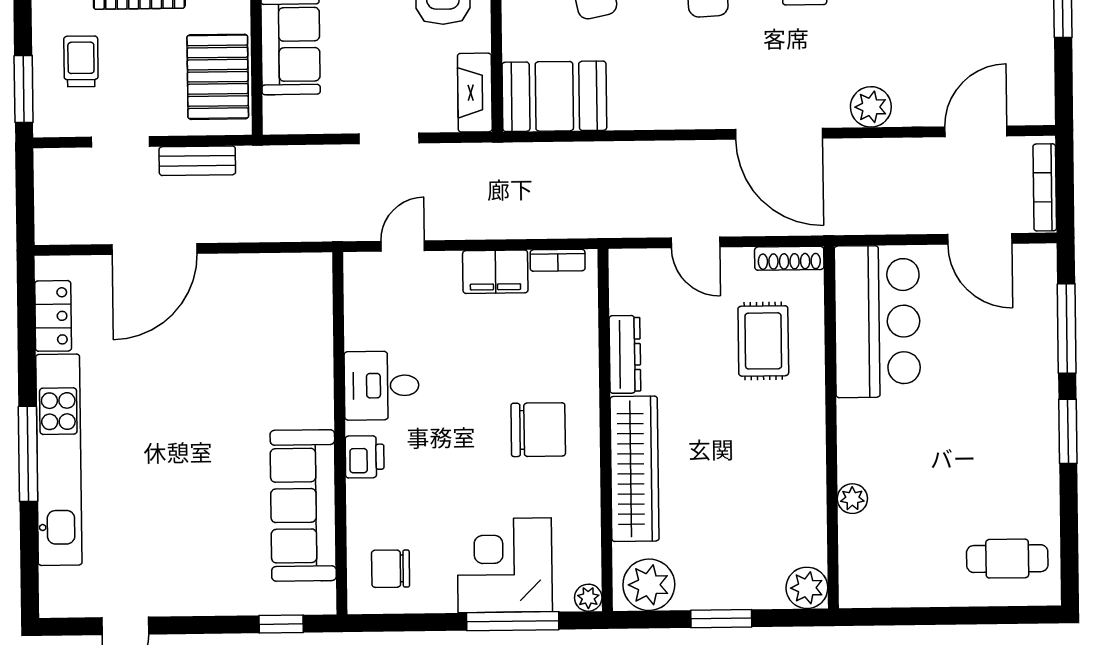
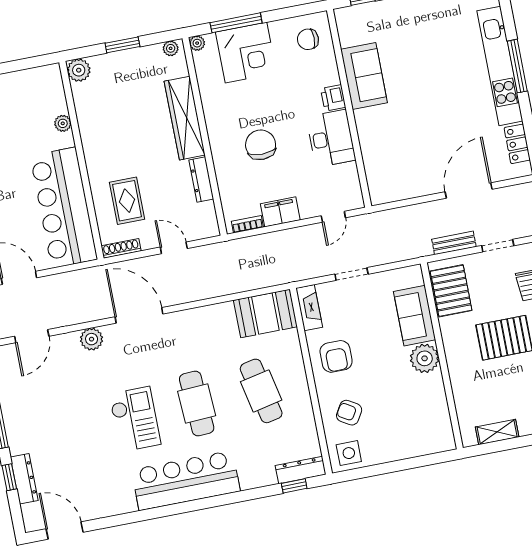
bar counter: (877, 321) -> (64, 208), width x1.36
desk: (382, 386) -> (331, 138), width x1.37
chair: (538, 430) -> (261, 145), moved, turned 90
sofa: (303, 505) -> (364, 76), width x0.73
chair: (391, 569) -> (308, 39), turned 180
plant: (649, 585) -> (171, 48), width x0.53, depth x0.53

